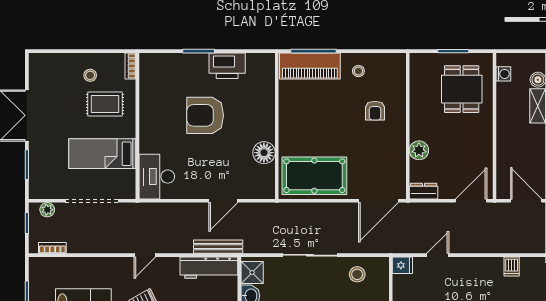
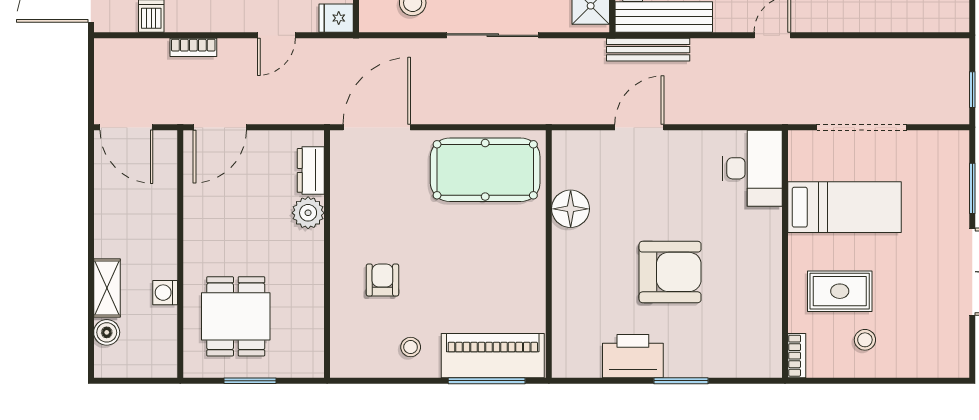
washing machine: (503, 74) -> (165, 293), moved
dresser: (424, 191) -> (311, 170), moved, turned 90
plant: (47, 210) -> (938, 112), removed
bookcase: (52, 248) -> (193, 47), moved

